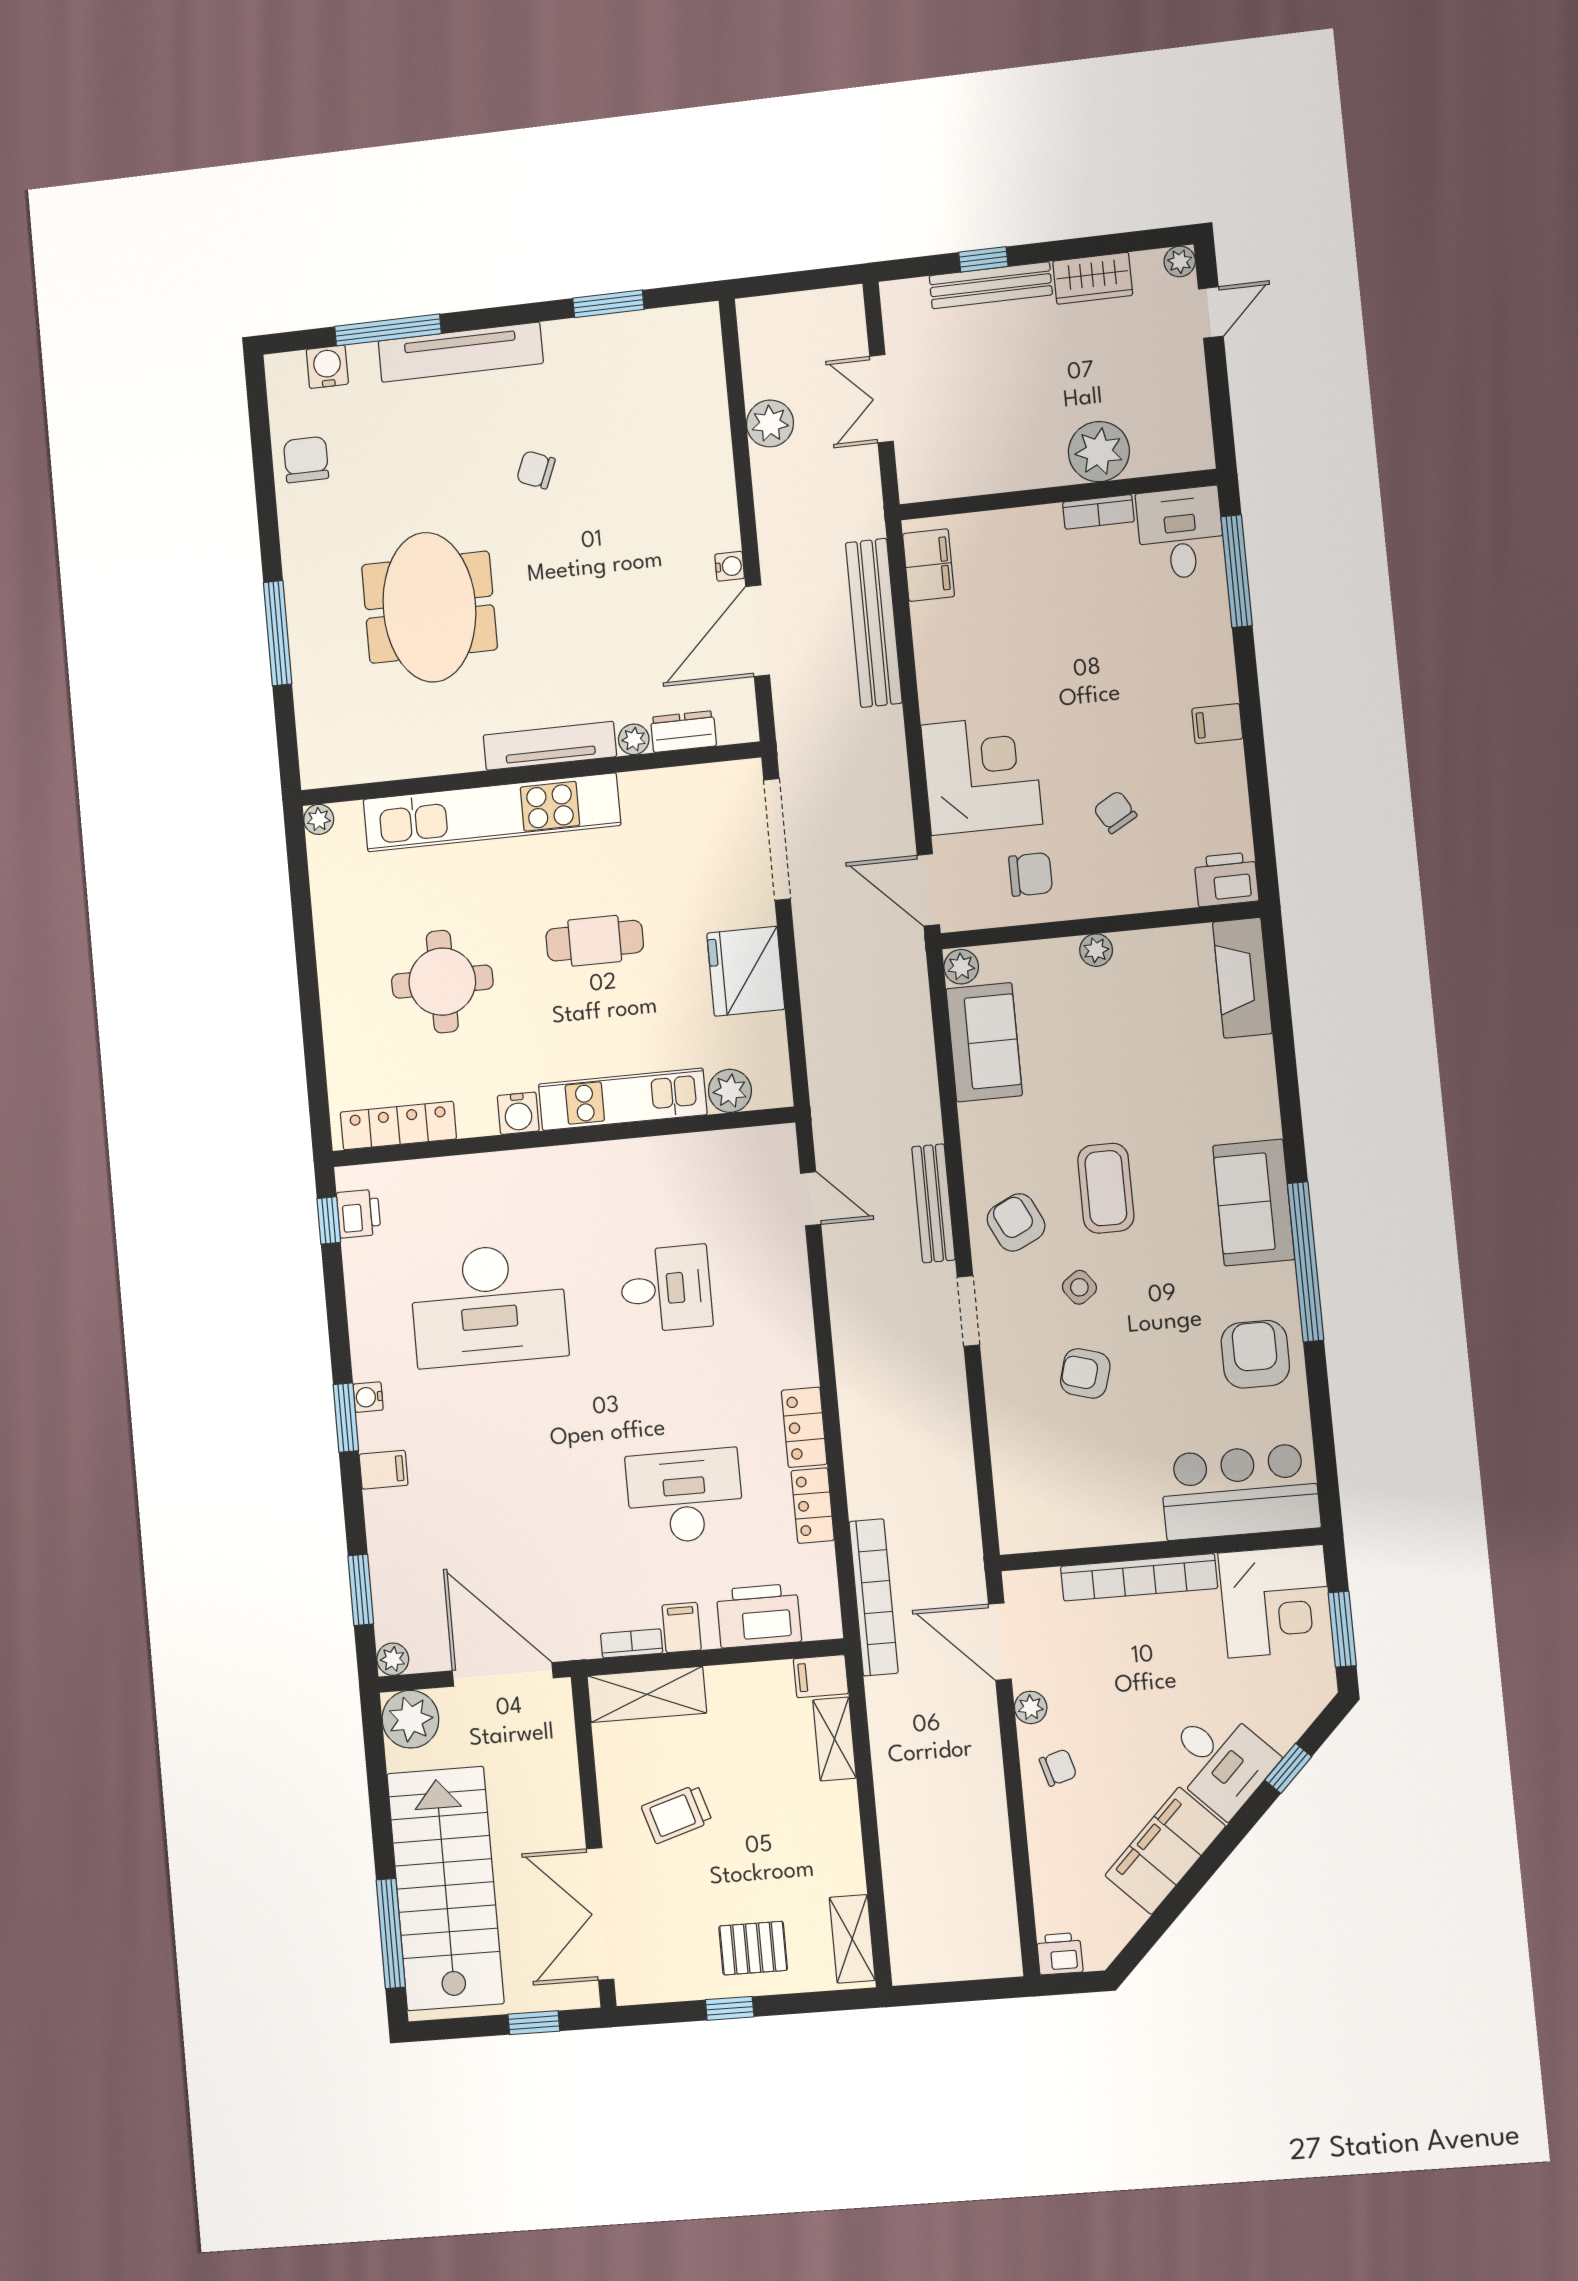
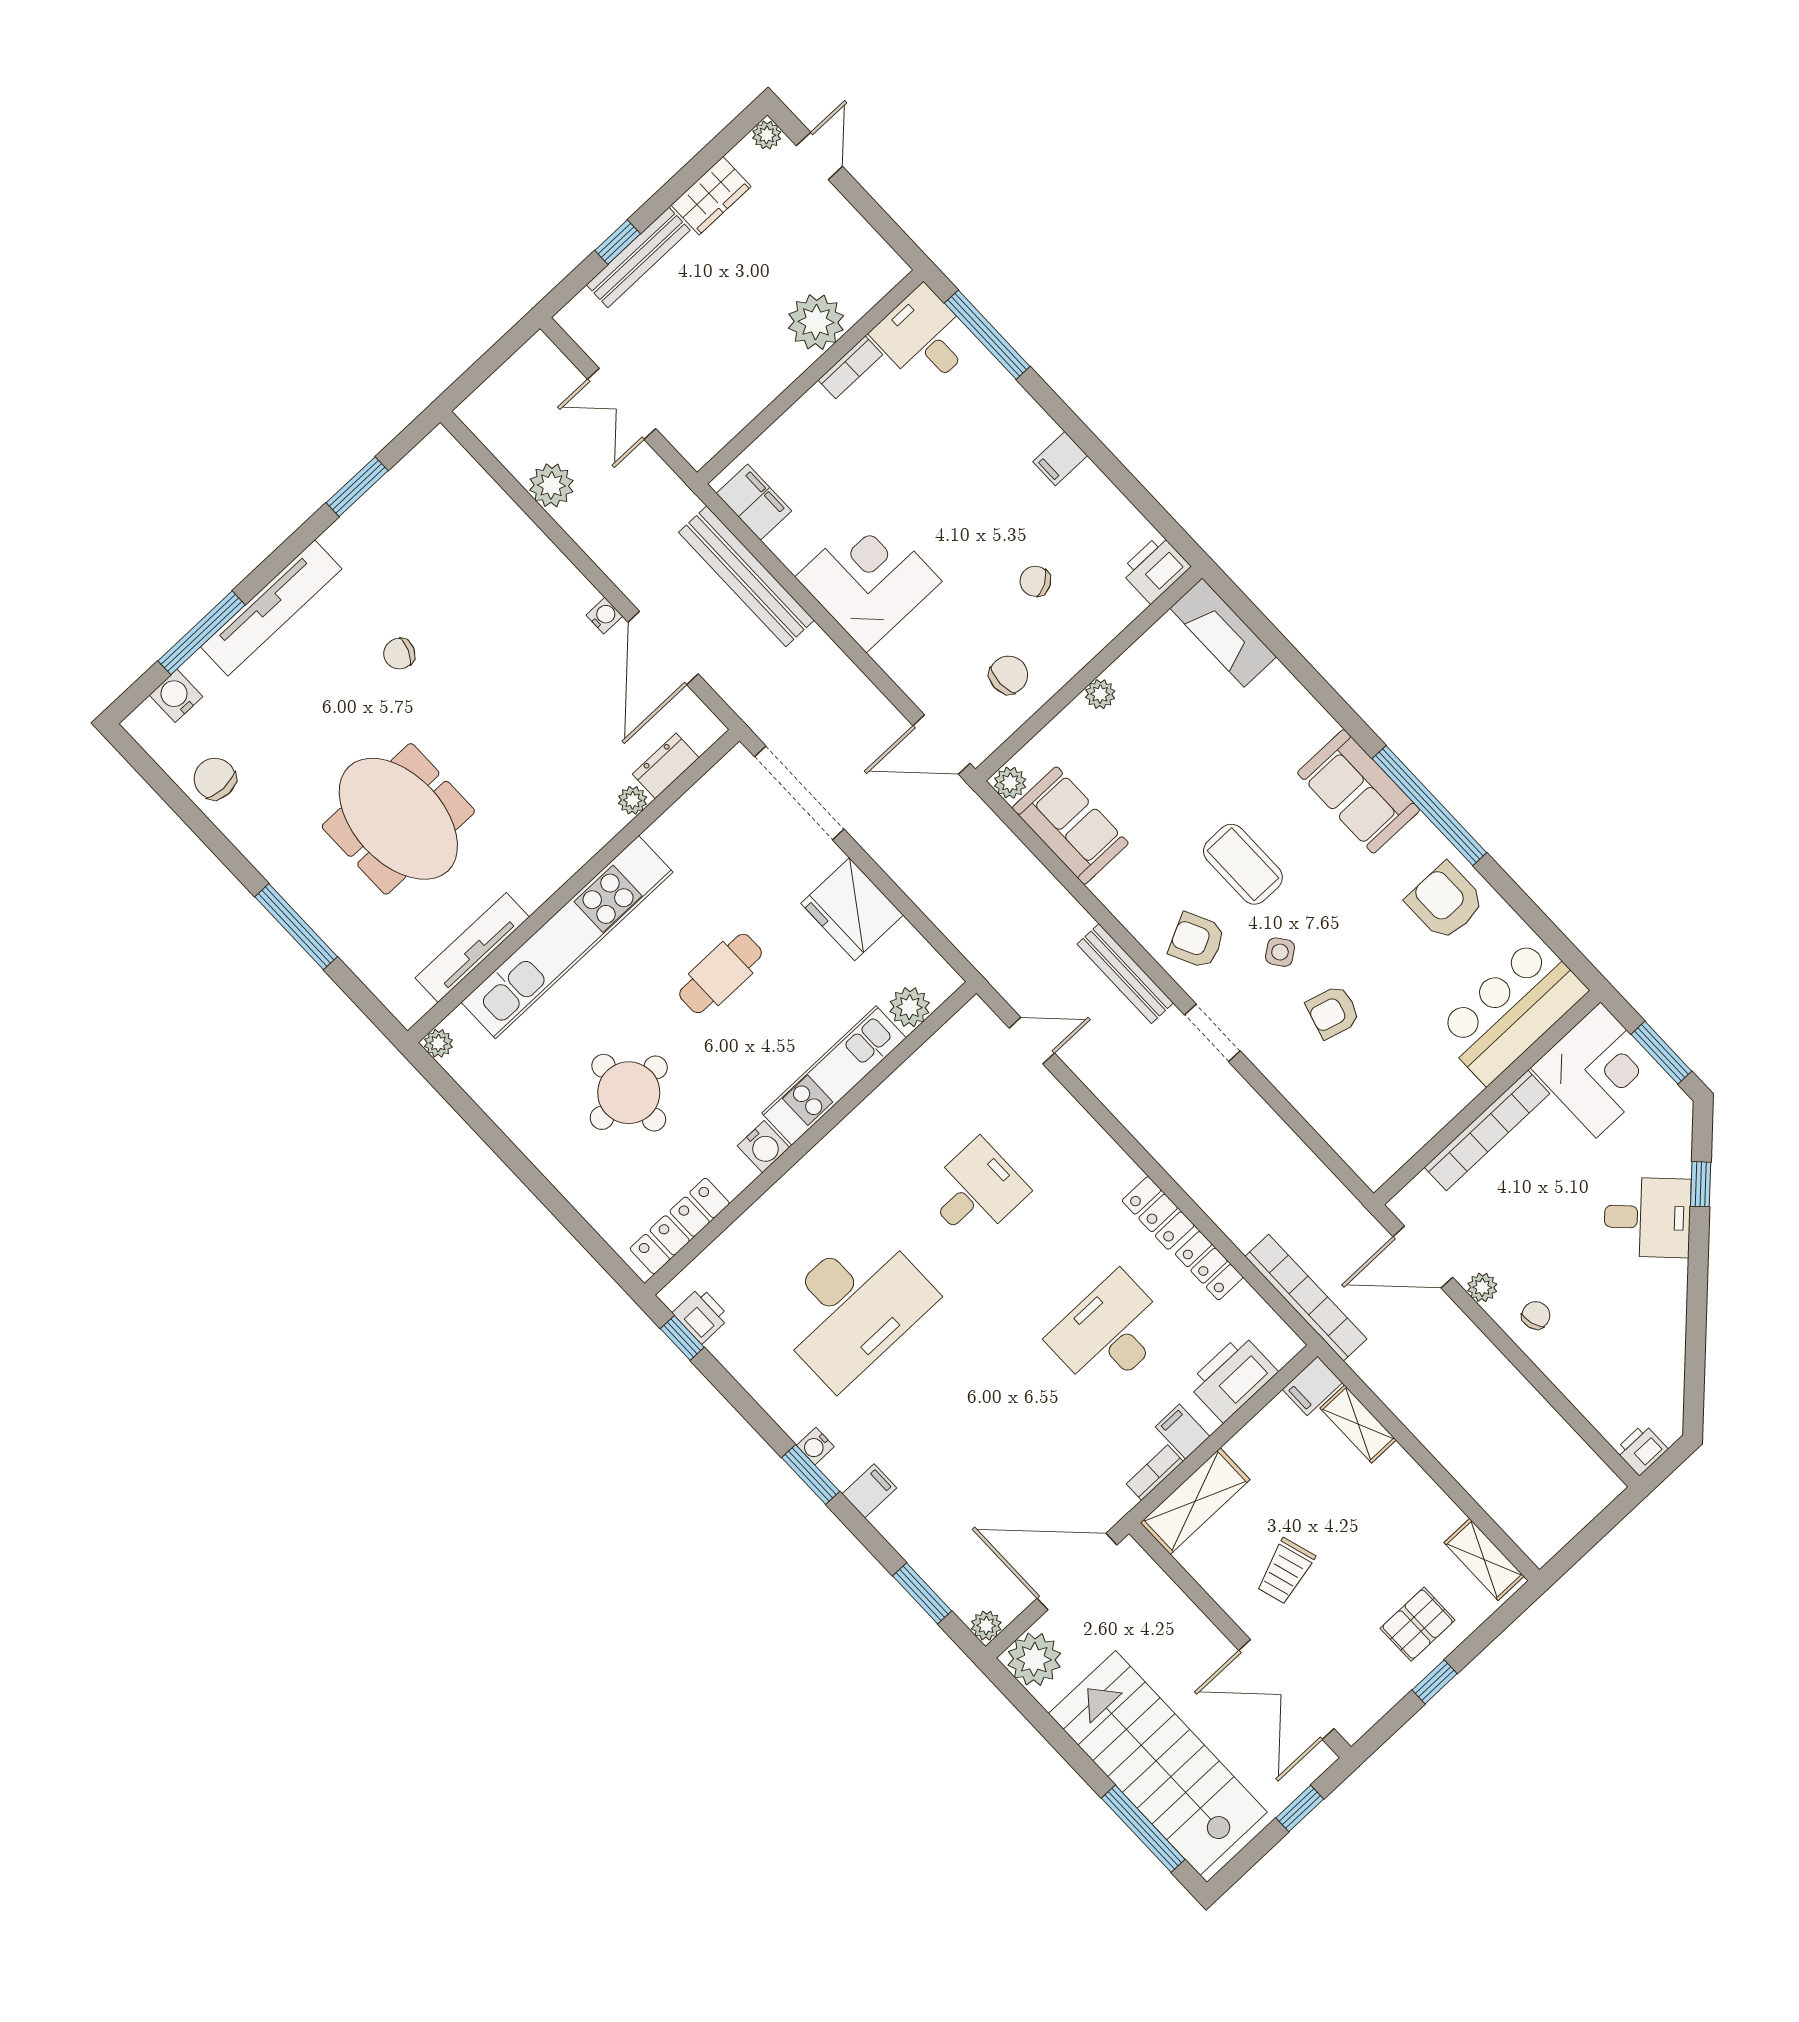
tv unit: (550, 746) -> (472, 947), moved
corner desk: (982, 775) -> (868, 579), moved
filing cabinet: (1165, 1851) -> (1659, 1314), removed

